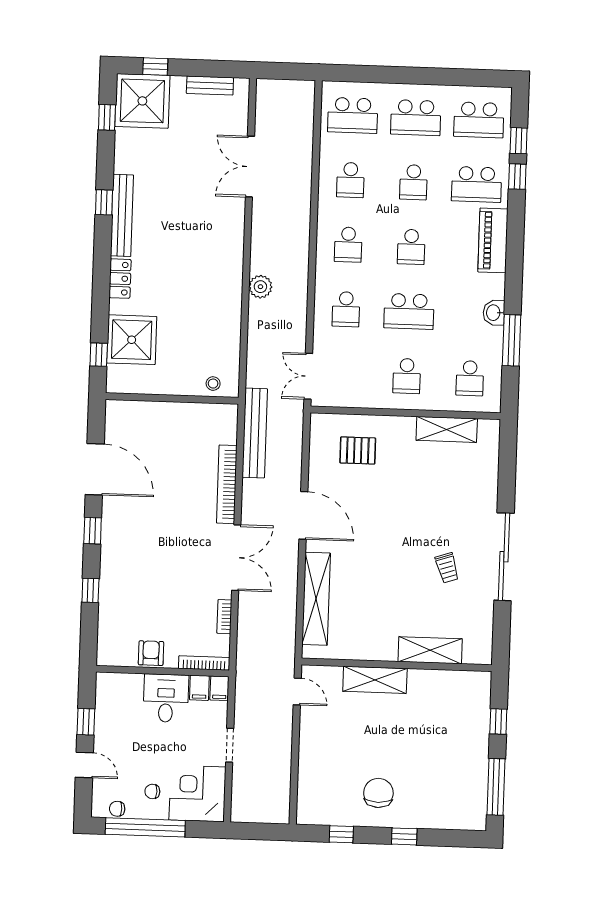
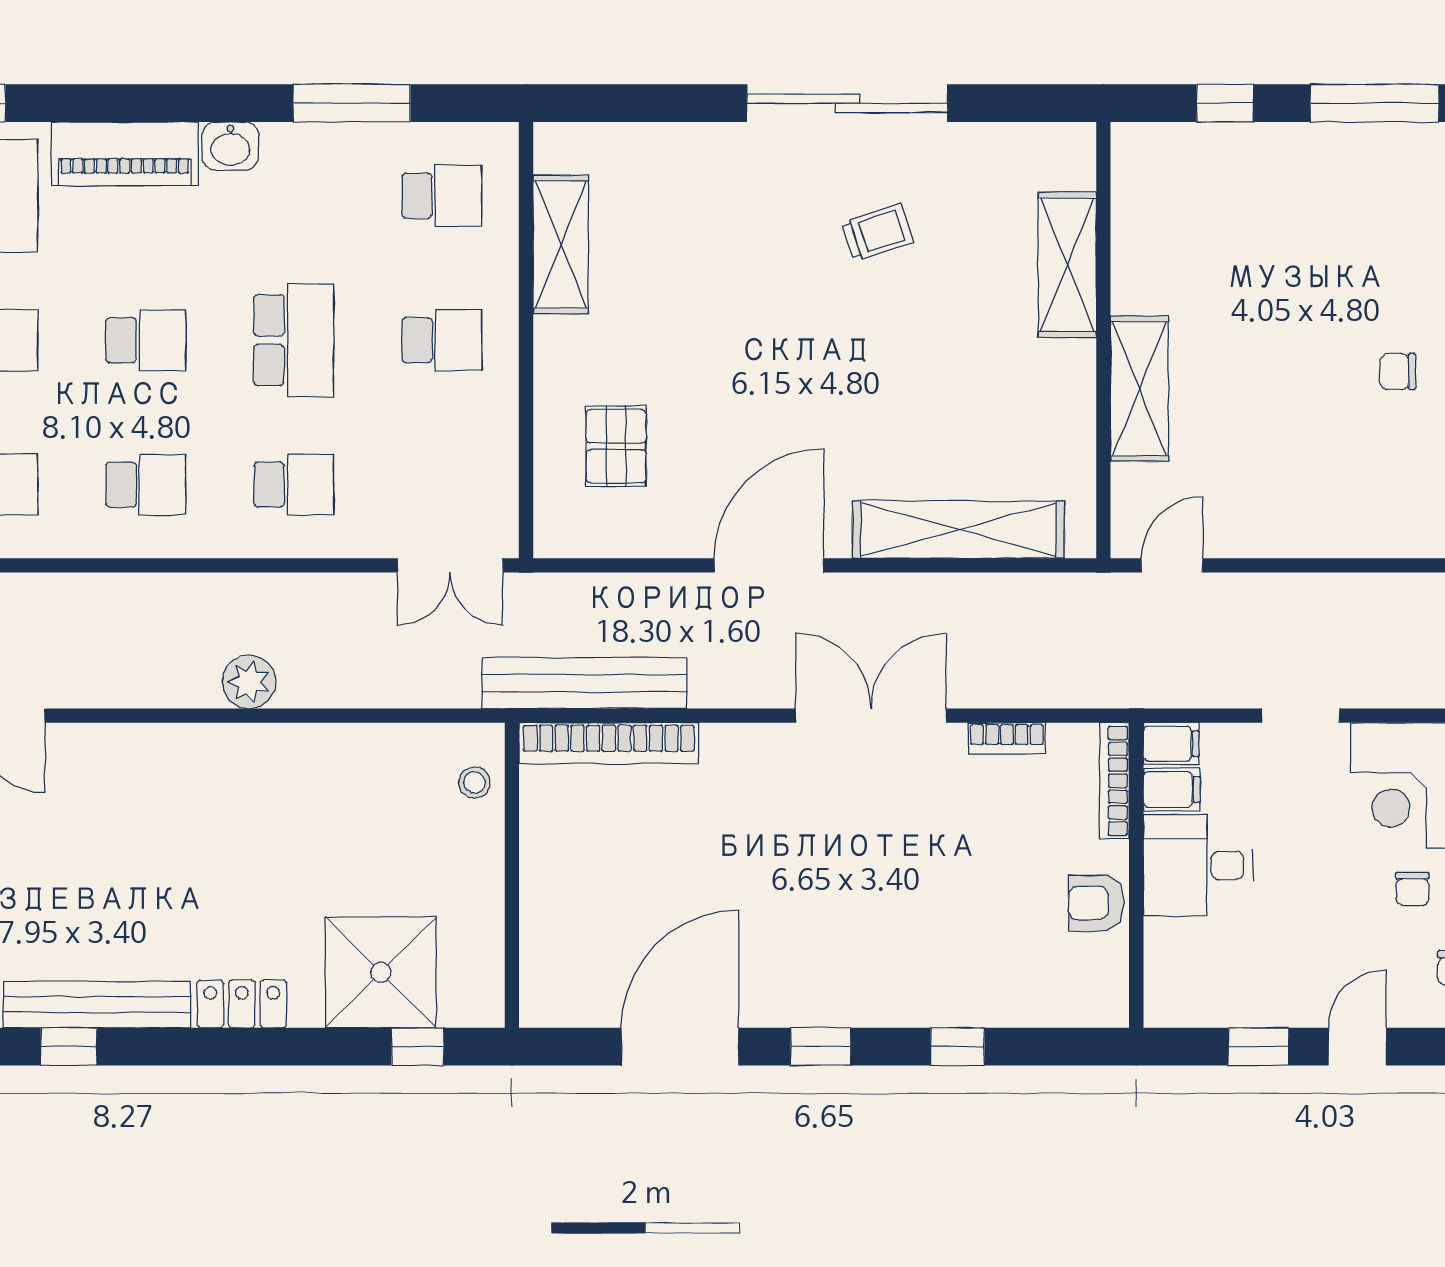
washbasin: (494, 313) -> (230, 146), moved
bookcase: (227, 484) -> (609, 743), moved
chair: (378, 793) -> (1398, 372), width x0.54, depth x0.54

